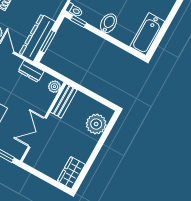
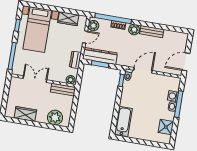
bidet: (108, 23) -> (127, 101), removed
bathtub: (147, 34) -> (123, 121), moved, turned 90
wardrobe: (71, 173) -> (25, 114), moved

